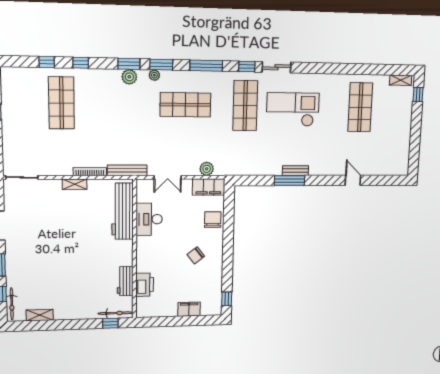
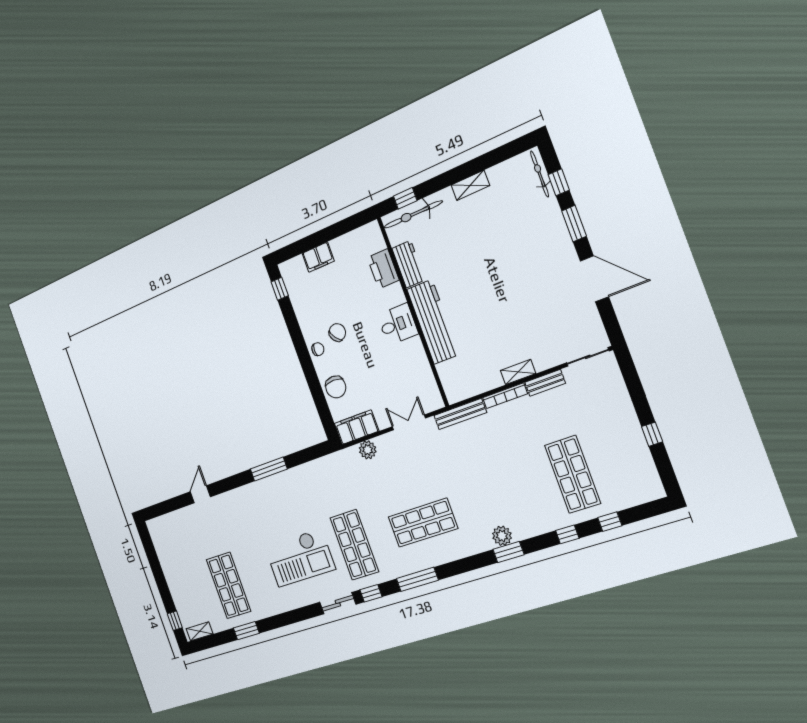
window: (161, 65) -> (246, 631), moved
plant: (154, 75) -> (473, 548), removed
bench: (295, 171) -> (545, 383), moved
door: (353, 180) -> (200, 494), swing flipped
workbench: (123, 211) -> (433, 322), moved
desk: (149, 219) -> (398, 324), moved, width x0.73
chair: (215, 249) -> (318, 349), added
bicycle: (115, 313) -> (413, 214), width x1.37, depth x1.40
shelving: (40, 315) -> (470, 185), moved

